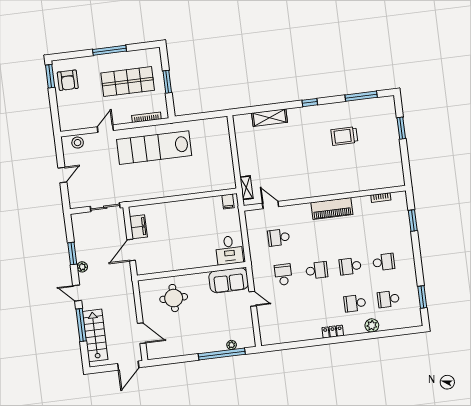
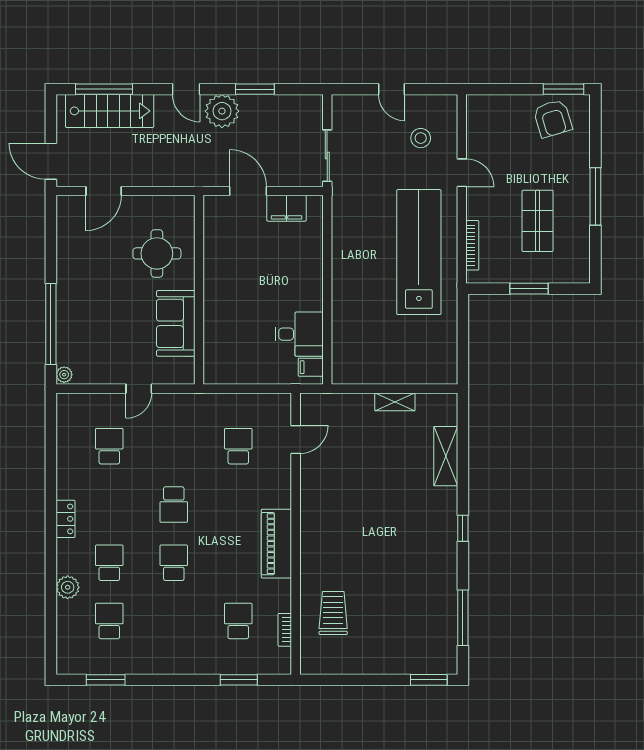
armchair: (68, 80) -> (553, 118), turned -107
shop shelf: (128, 82) -> (538, 221), width x0.70, depth x0.74
window: (401, 128) -> (429, 680), moved
trolley: (344, 136) -> (333, 613), moved
stool: (78, 143) -> (421, 138), moved
shelving: (246, 188) -> (395, 402), moved
desk: (229, 250) -> (299, 334), moved, turned 180
school desk: (384, 262) -> (238, 621), moved, turned 180
plant: (82, 267) -> (222, 111), width x1.88, depth x1.88
school desk: (283, 275) -> (109, 446), moved, turned -90
sofa: (229, 280) -> (176, 323), moved
door: (77, 293) -> (186, 89), swing flipped
window: (81, 325) -> (104, 89), moved
plant: (232, 345) -> (64, 375), moved

